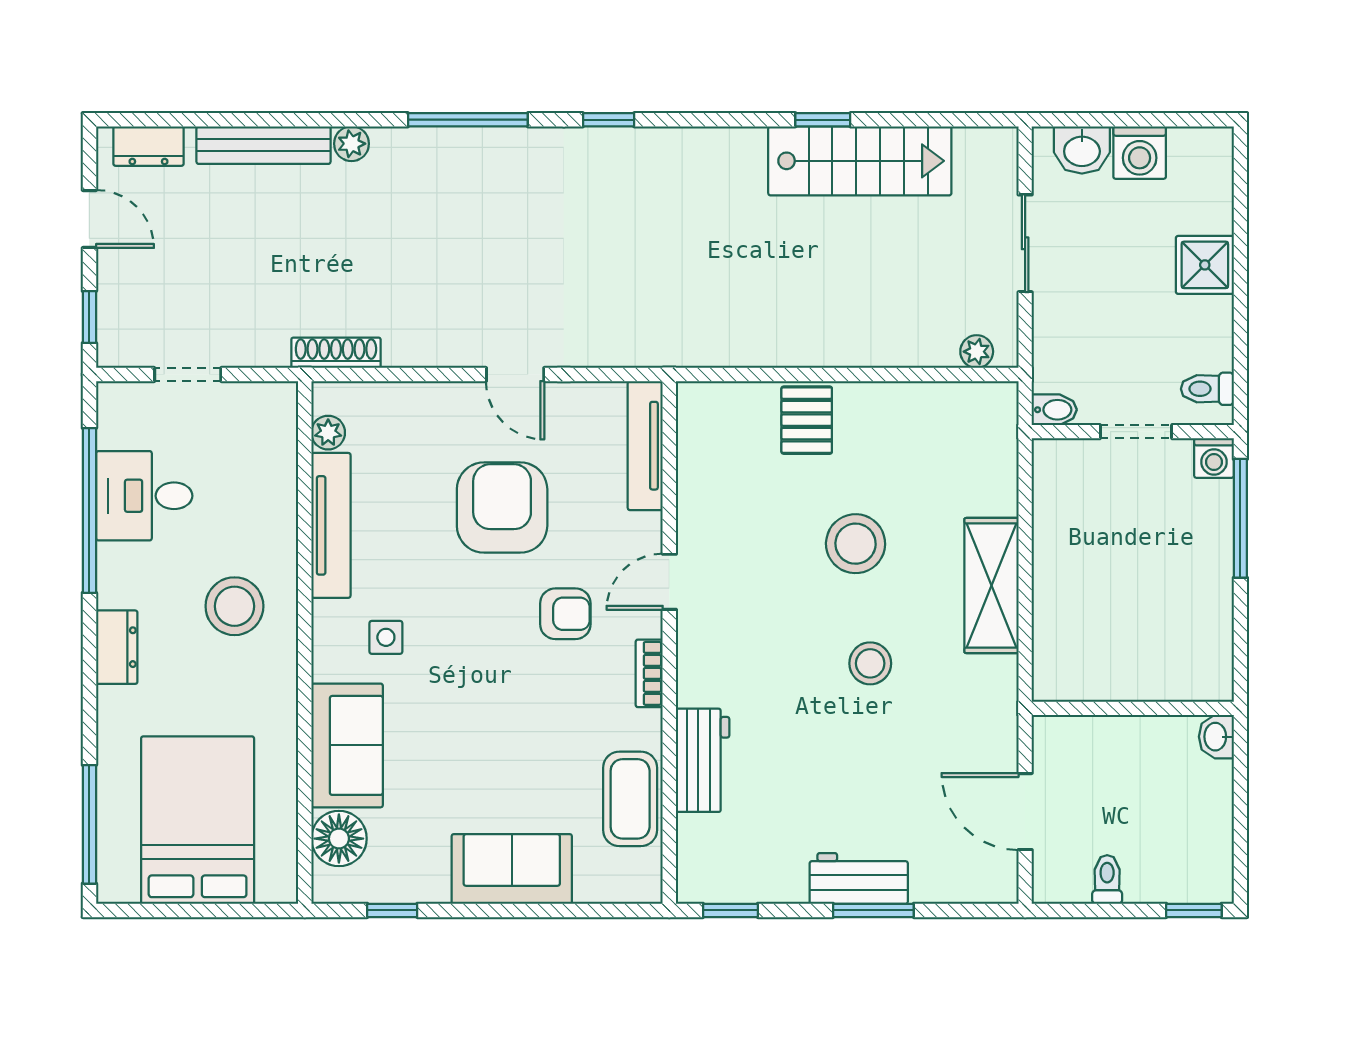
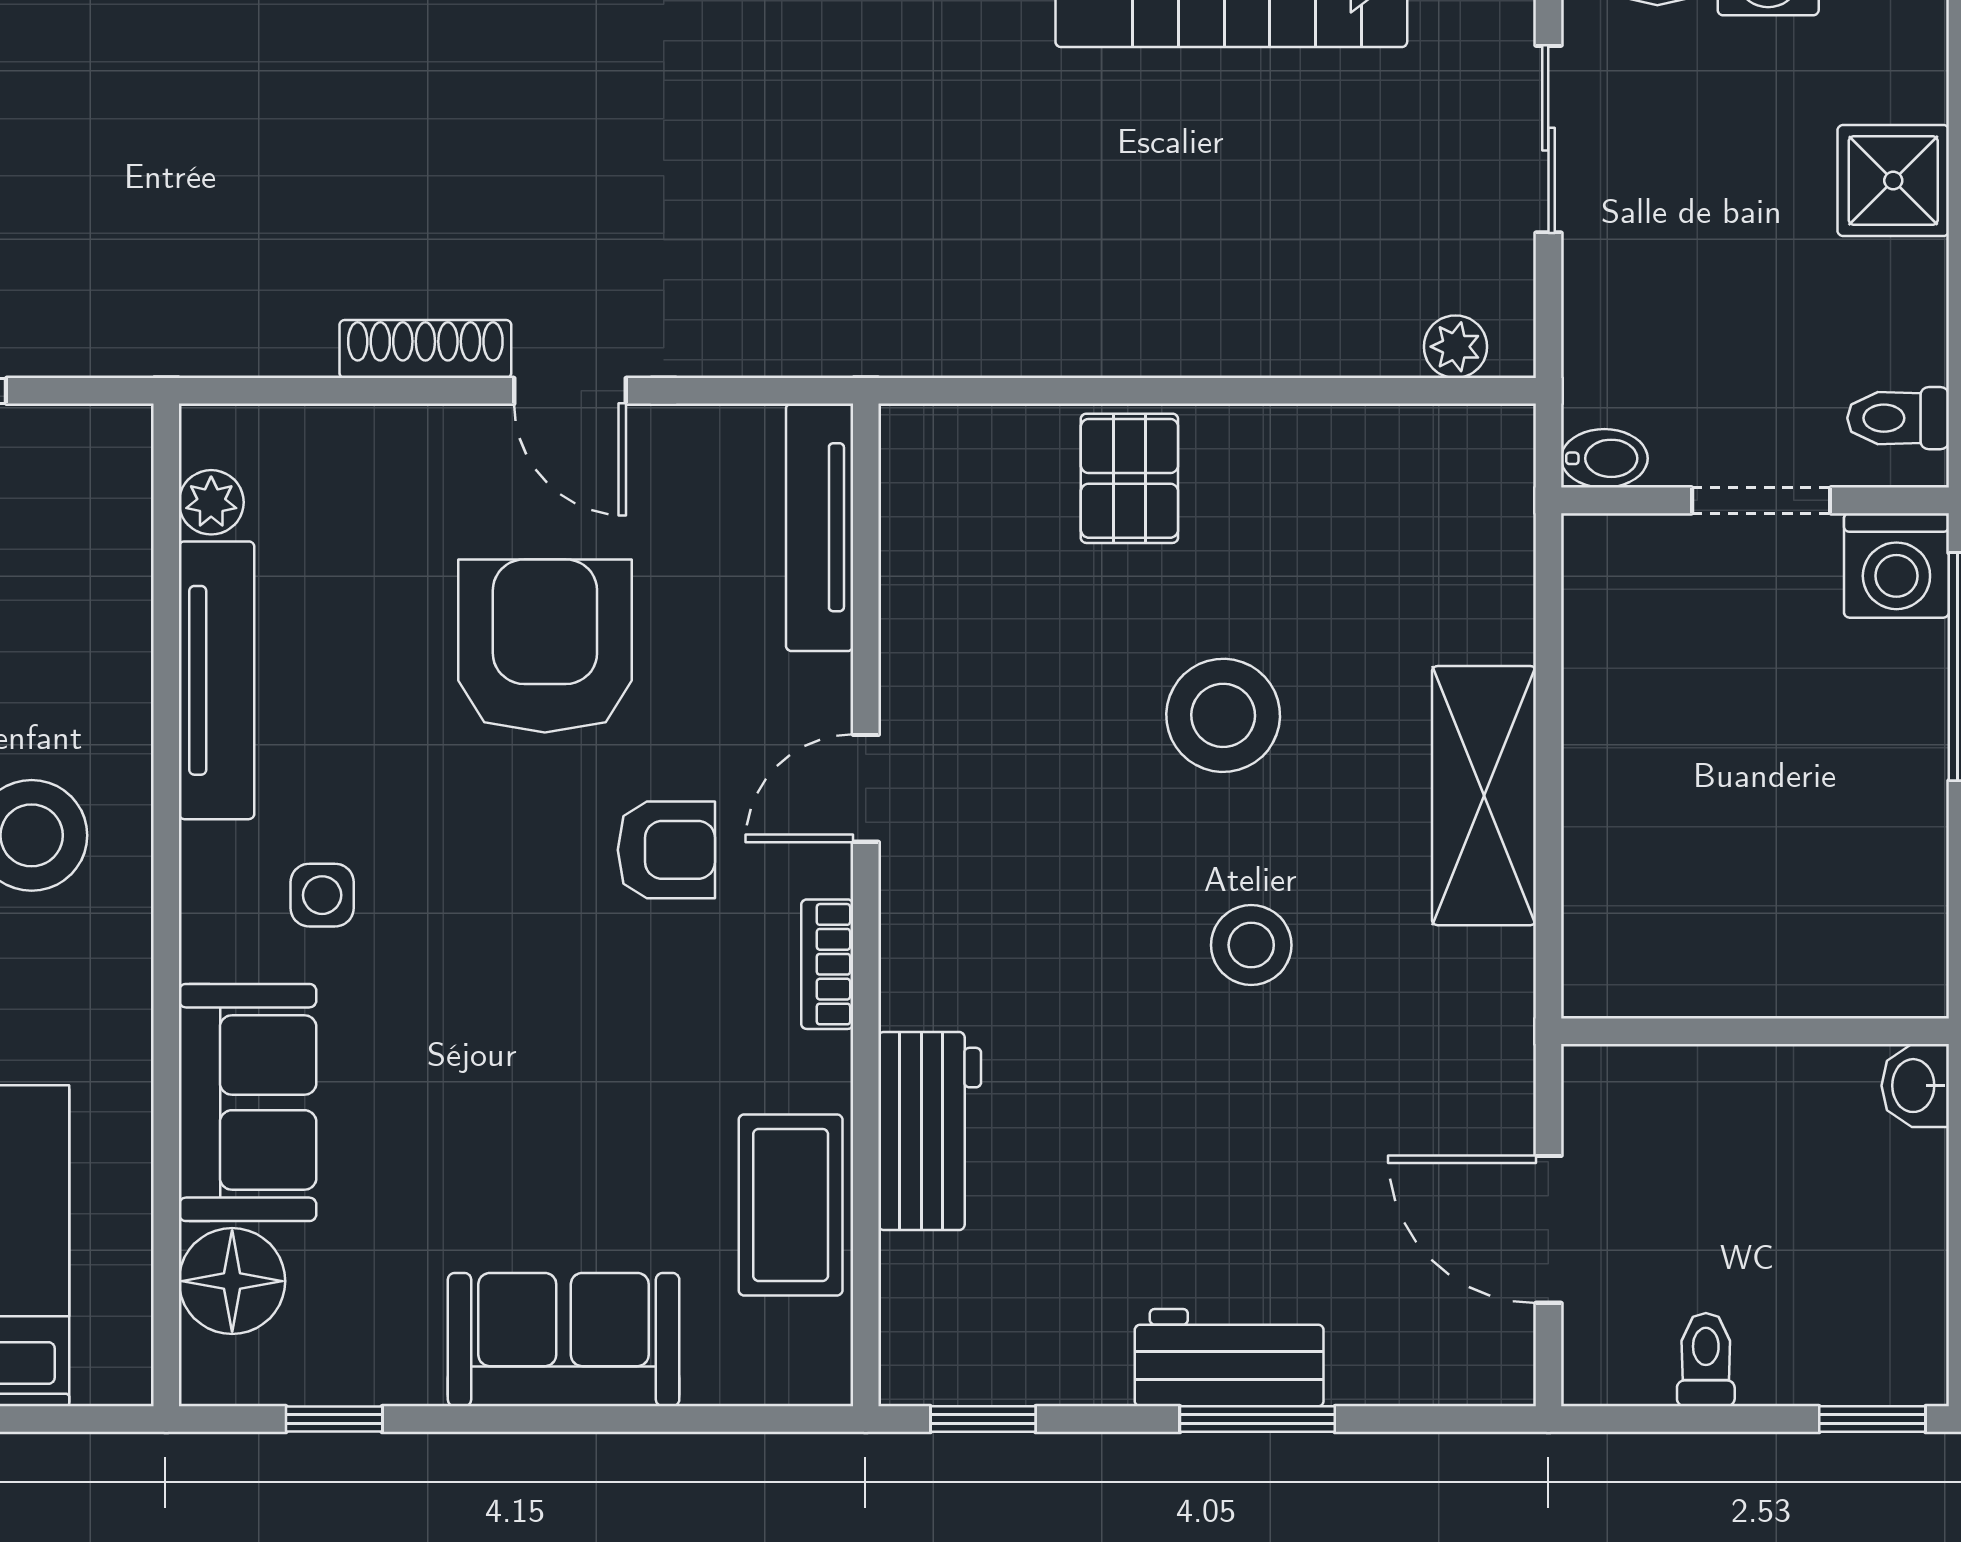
shoe rack: (336, 353) -> (425, 349), moved
washing machine: (1214, 458) -> (1896, 565), width x1.38, depth x1.38

